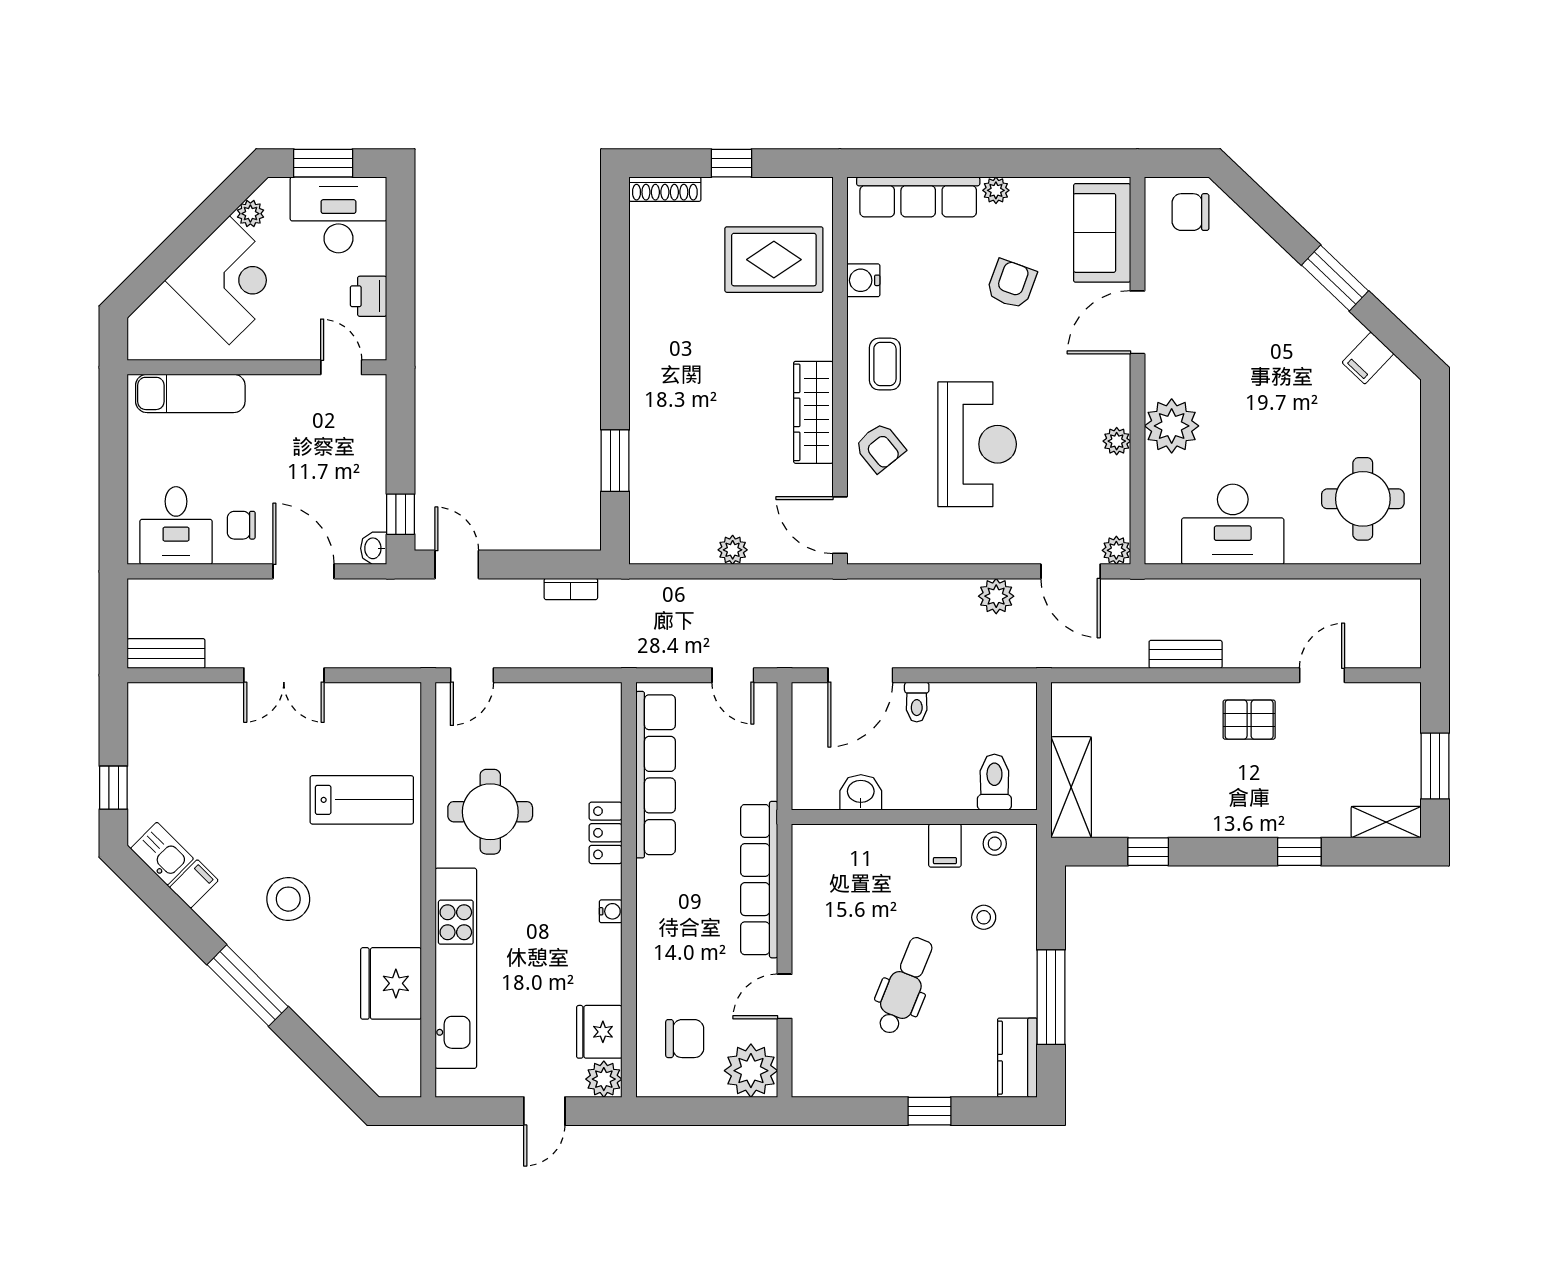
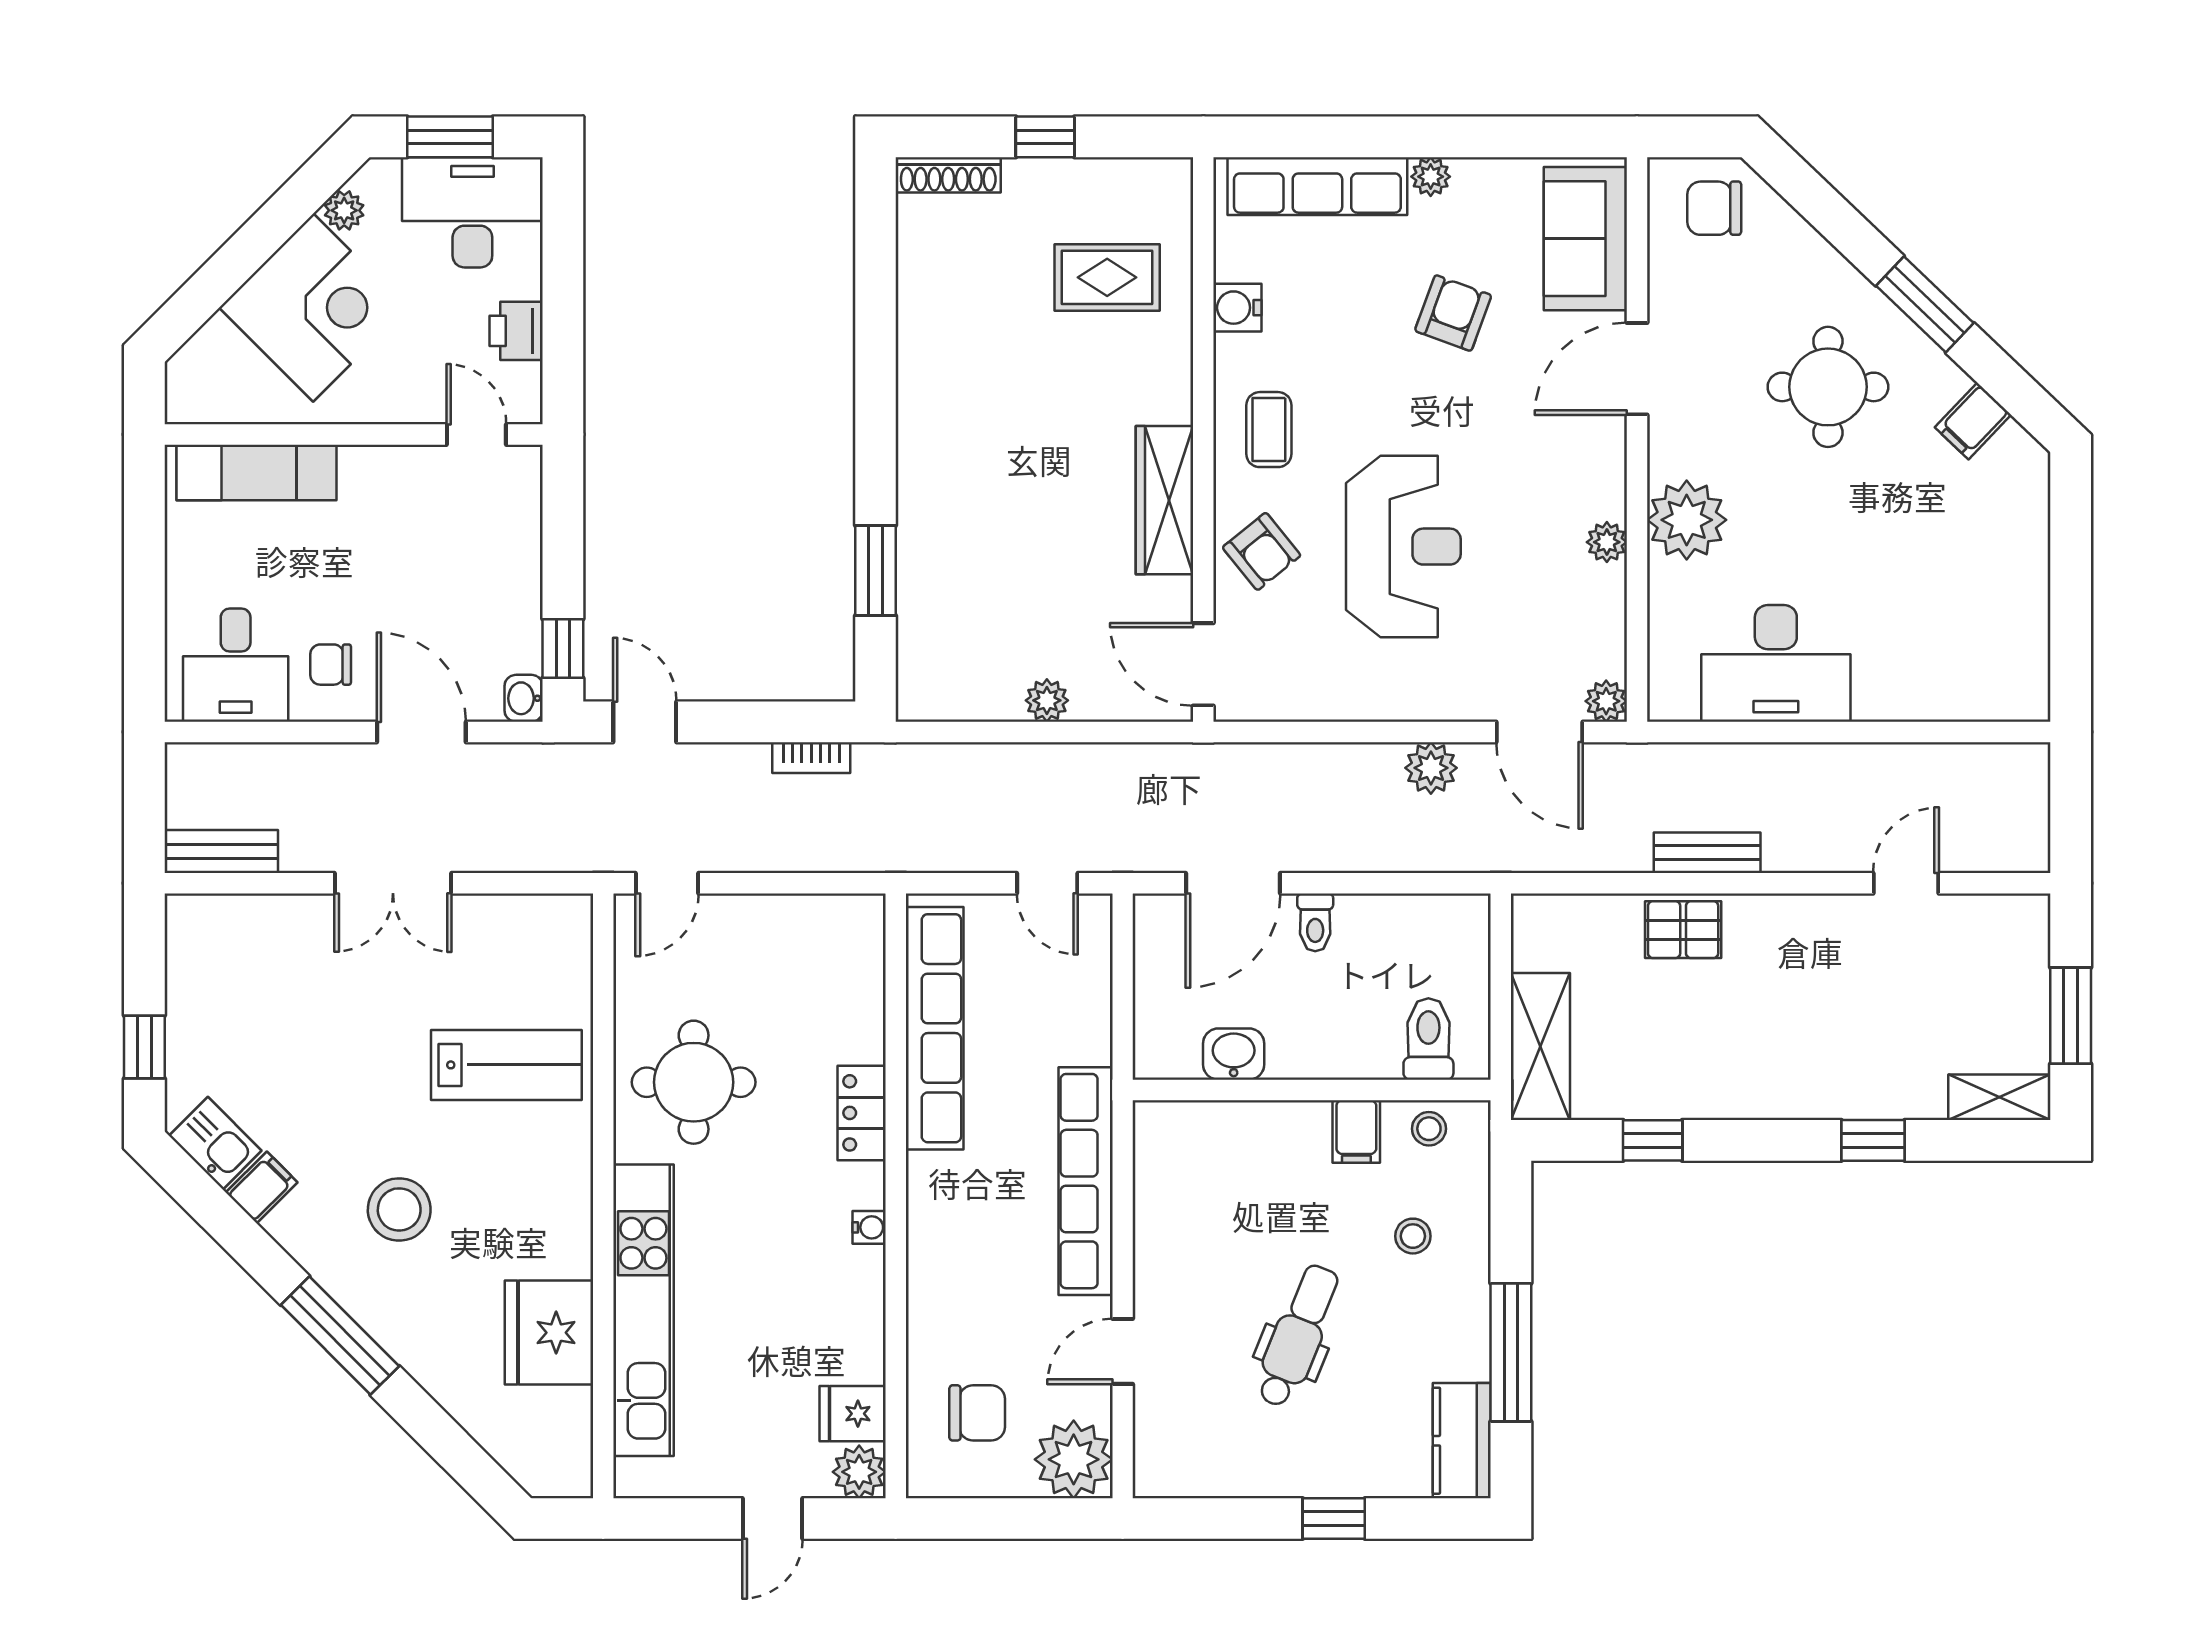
rug: (774, 260) -> (1107, 277), width x0.73, depth x0.70
round table: (1363, 499) -> (1828, 387), moved
pallet: (1249, 720) -> (1683, 930), moved
fridge: (599, 1032) -> (853, 1414), width x0.72

